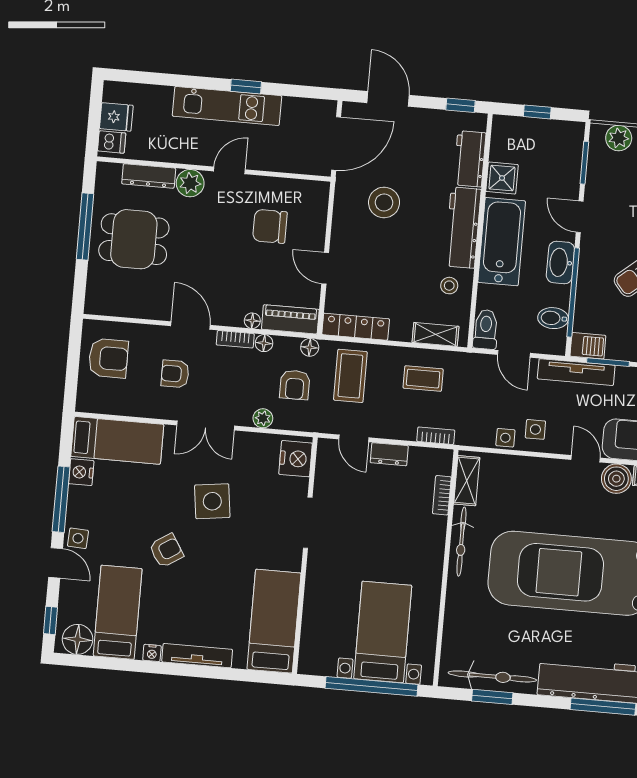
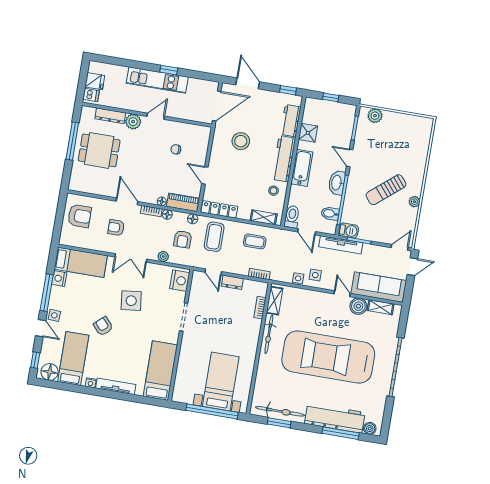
chair: (270, 226) -> (176, 149), width x0.54, depth x0.54
bathtub: (502, 242) -> (302, 168), width x0.73, depth x0.73
armchair: (166, 551) -> (103, 326), turned -100

